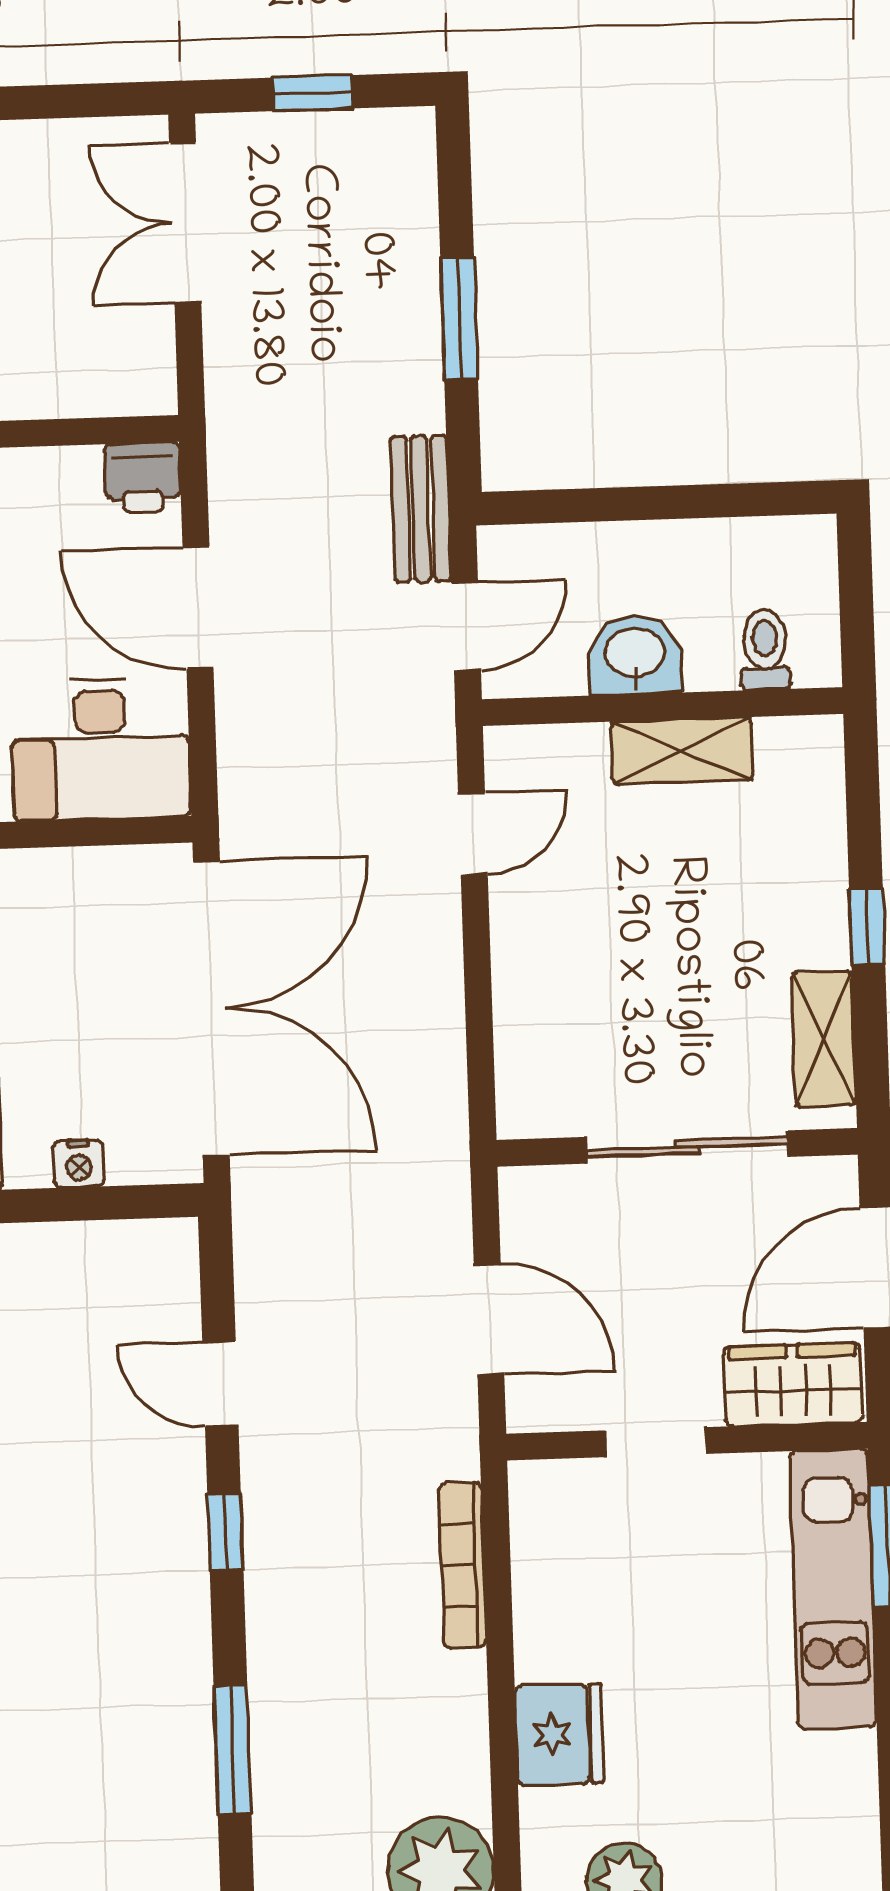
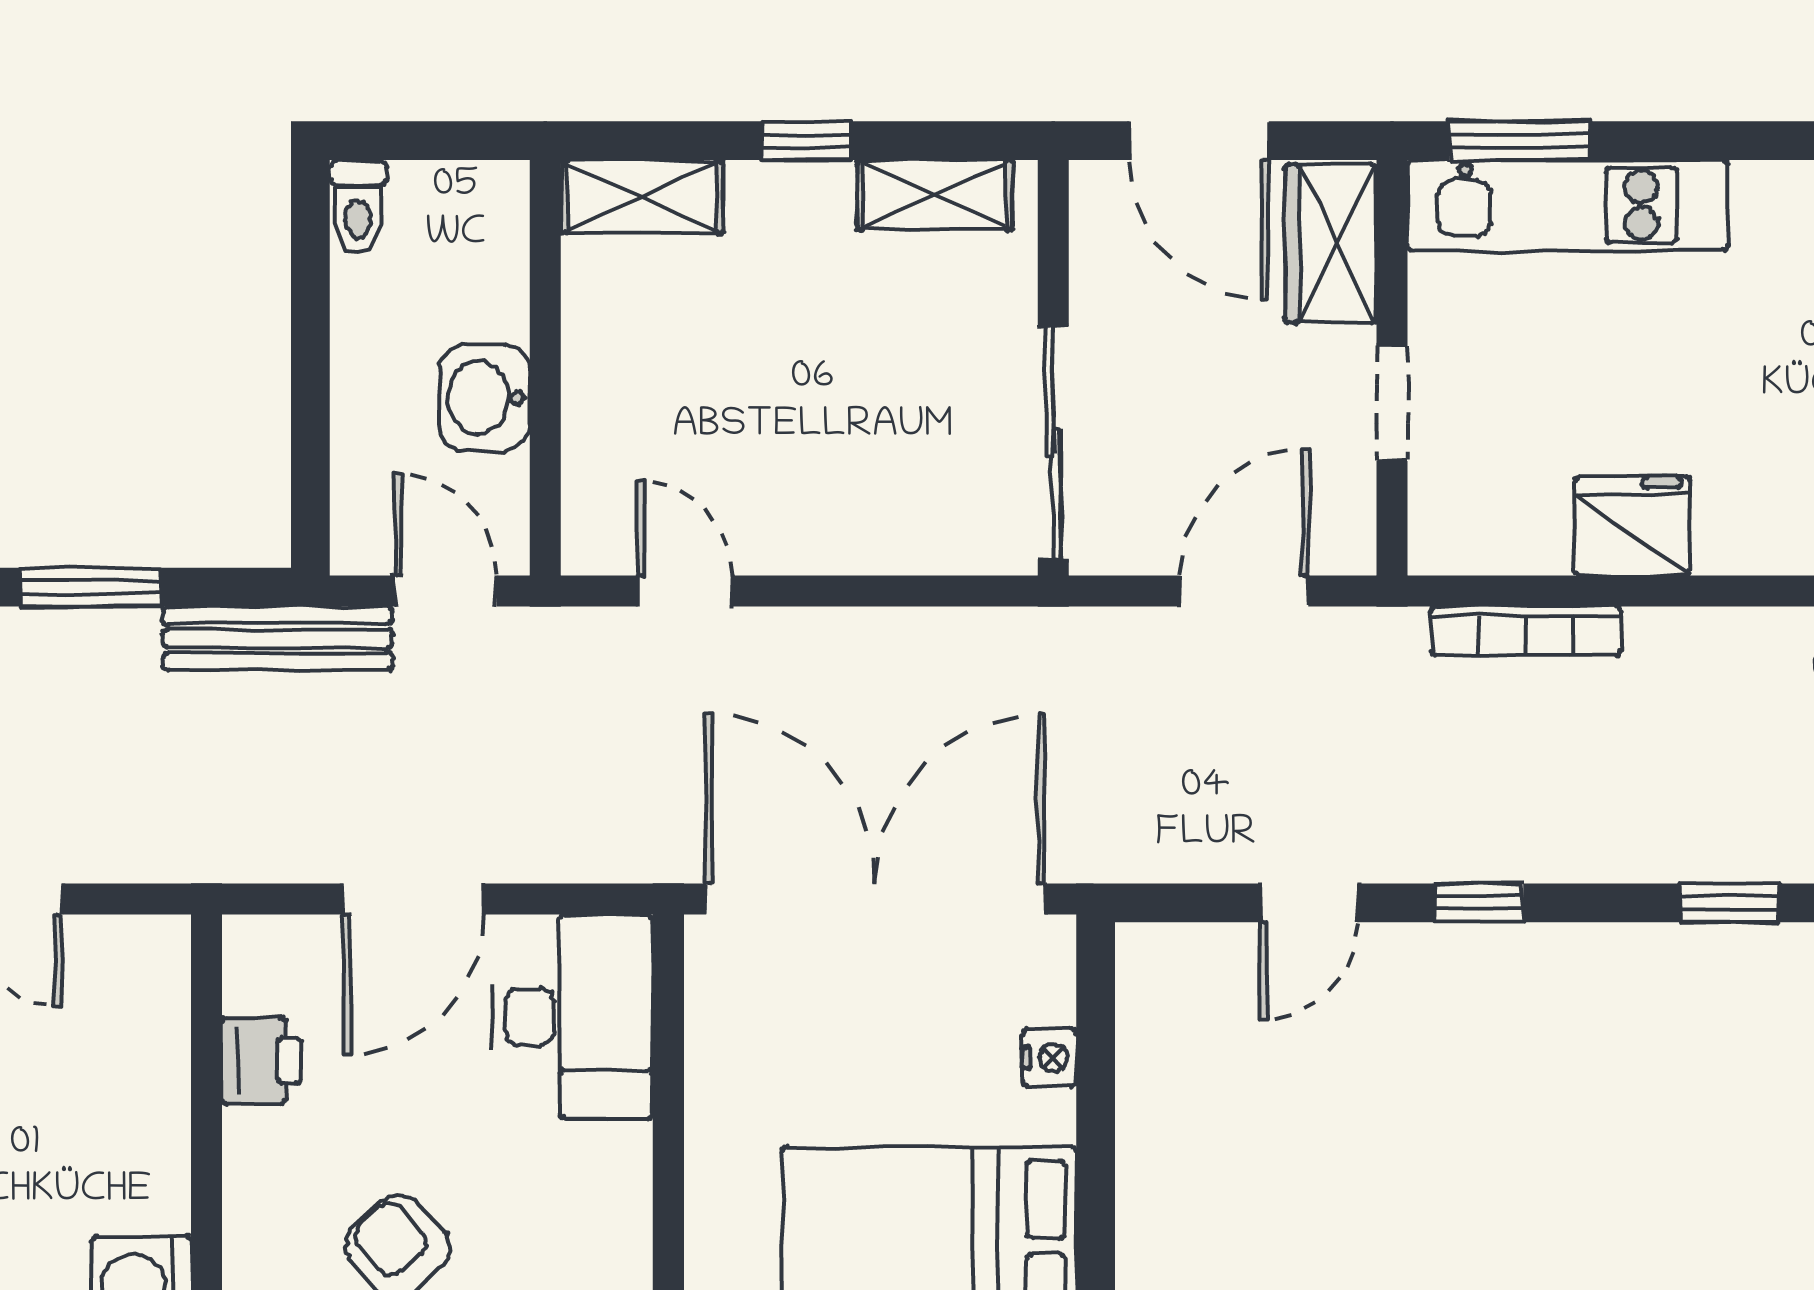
printer: (142, 477) -> (262, 1061), moved
bench: (421, 509) -> (278, 639), width x1.36
toilet: (765, 650) -> (358, 206), moved, turned -90
shelving: (682, 751) -> (642, 196), moved, turned 90
sliding door: (687, 1147) -> (1053, 443), moved
fridge: (559, 1734) -> (1632, 526), moved
window: (233, 1750) -> (1730, 903), width x0.67

